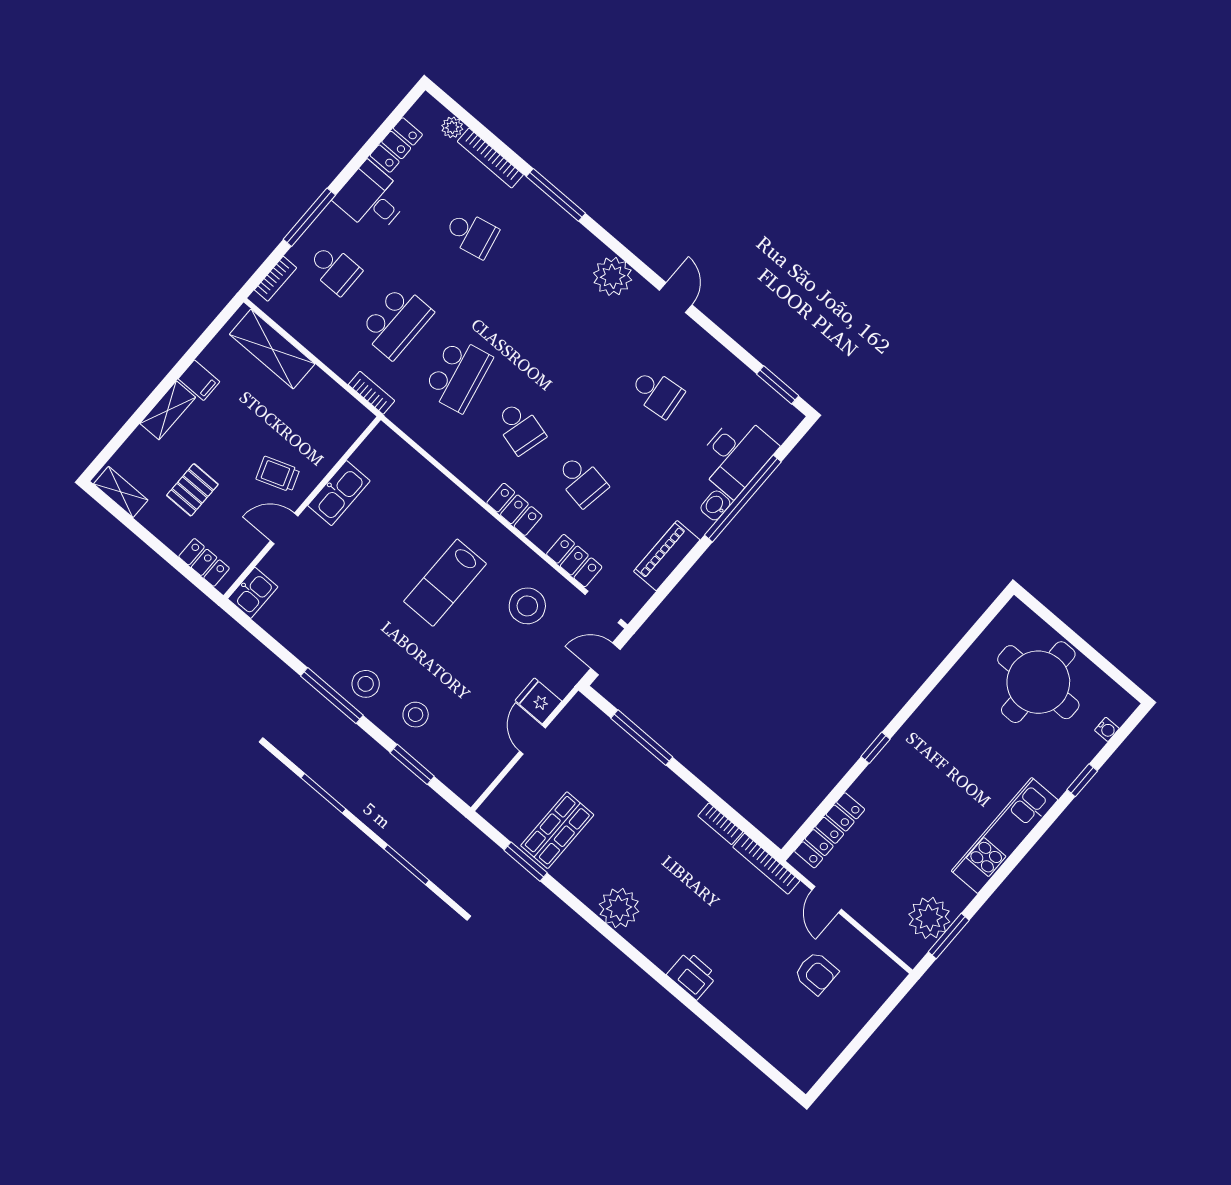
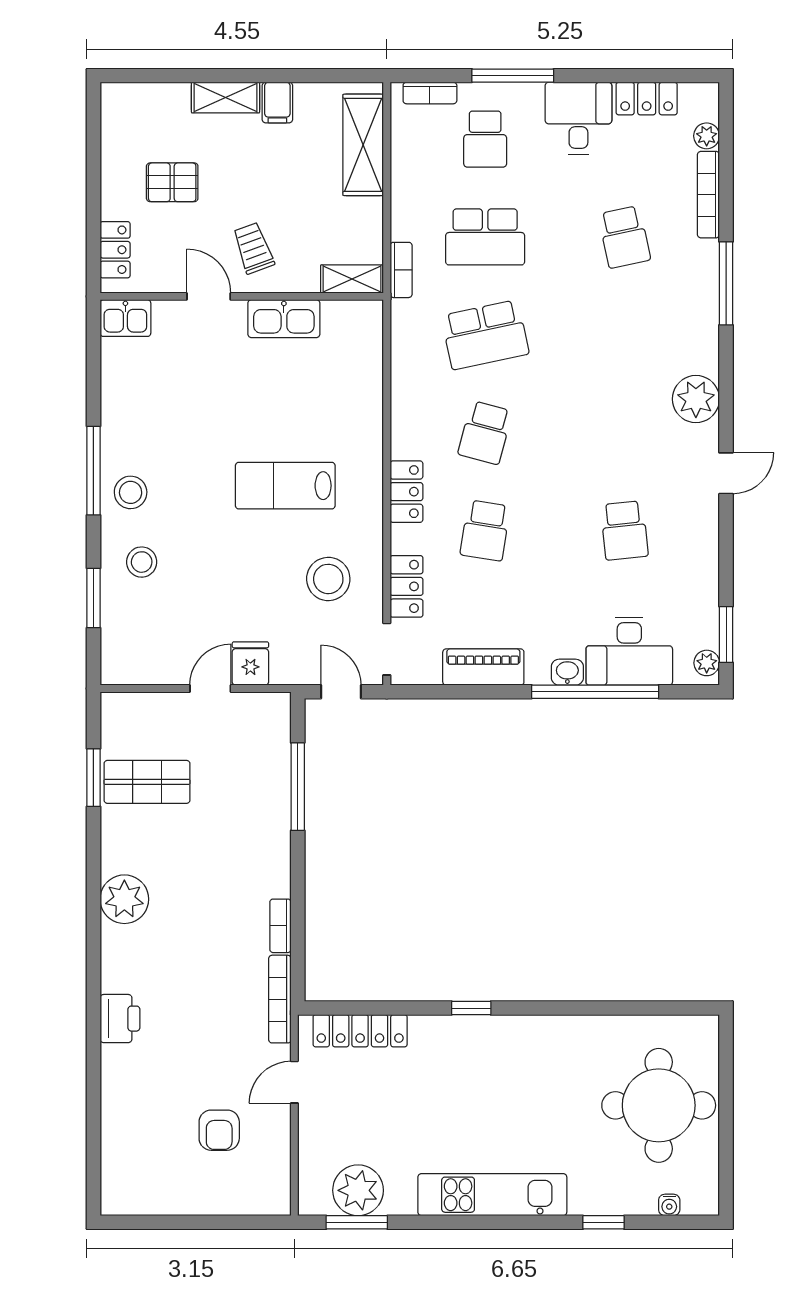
plant: (785, 412) -> (707, 663), added
shelving: (121, 492) -> (352, 279), moved, turned 90

